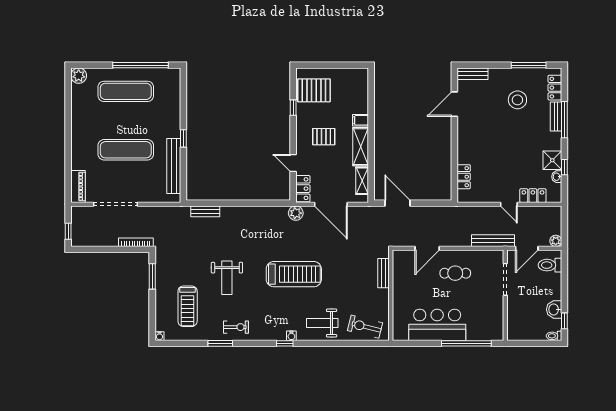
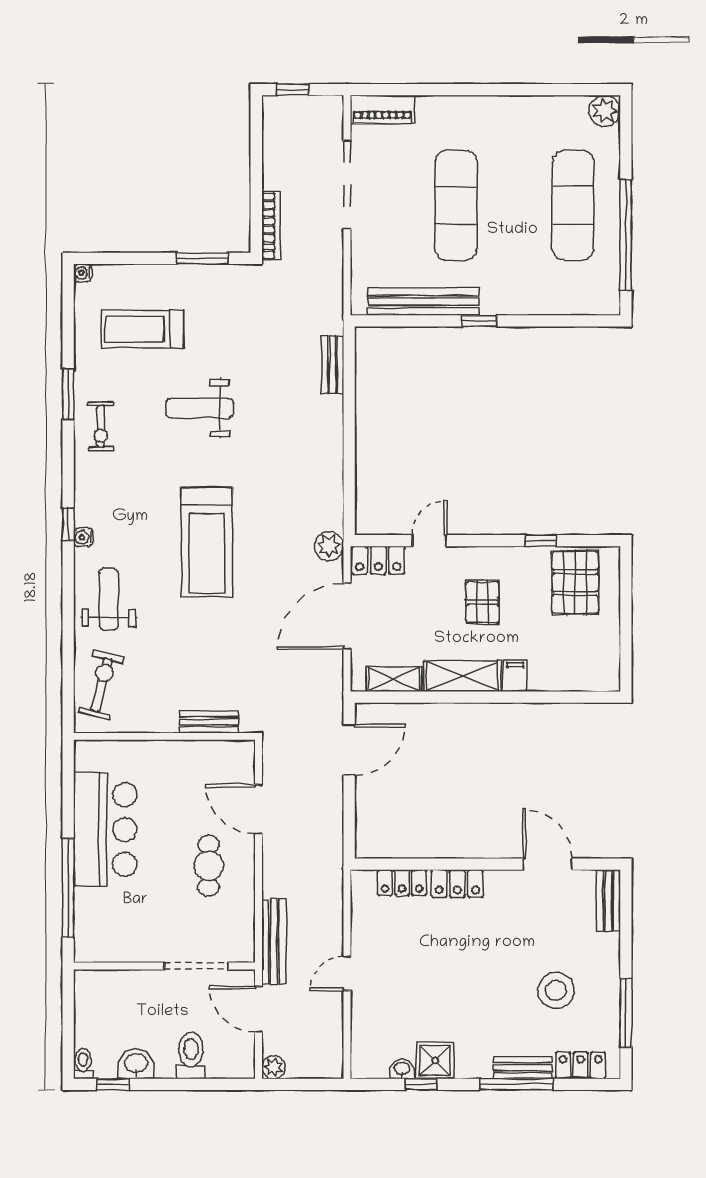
locker: (533, 196) -> (457, 884), moved, turned 90
toilet: (550, 265) -> (191, 1056), moved

